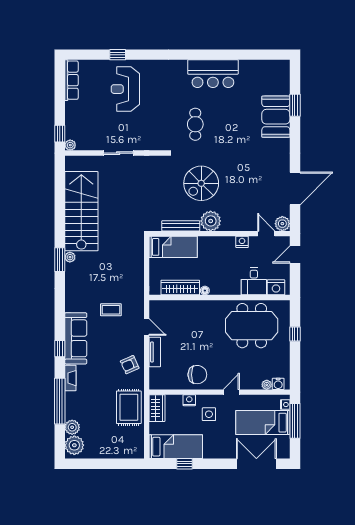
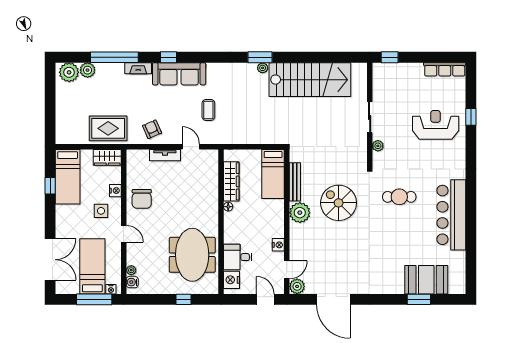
bar counter: (213, 74) -> (451, 215), width x1.36
booth: (276, 117) -> (426, 280), moved
plant: (70, 145) -> (378, 146), moved
door: (147, 327) -> (191, 147), swing flipped

